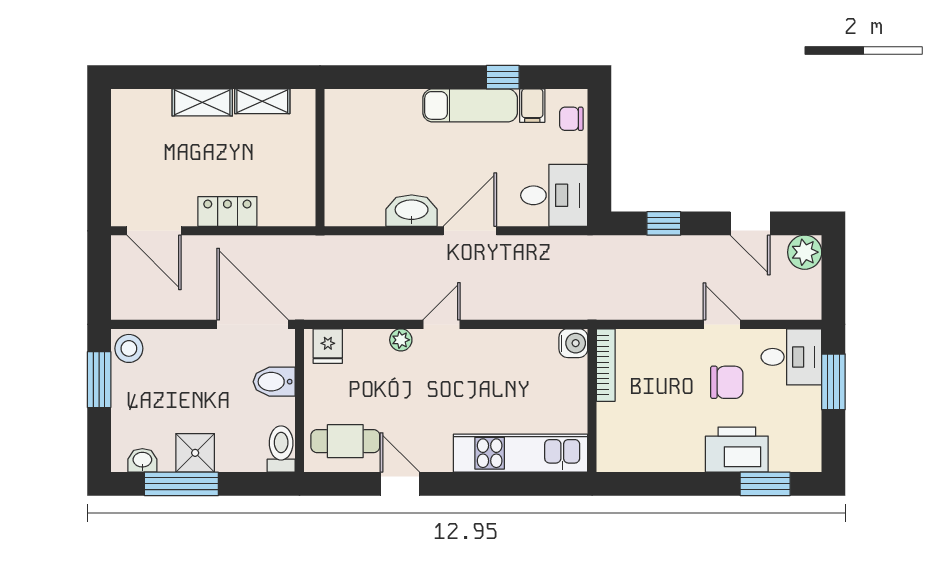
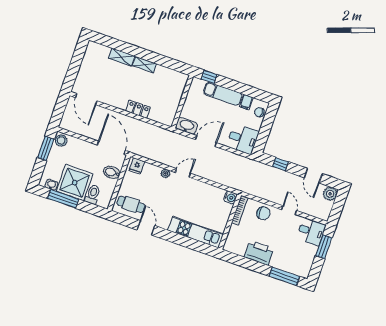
window: (503, 77) -> (209, 77), moved
wall: (320, 158) -> (182, 102), moved
locker: (227, 211) -> (138, 109), moved
chair: (727, 382) -> (263, 213), moved
toilet: (281, 449) -> (93, 194), moved
printer: (737, 450) -> (259, 253), moved
shower: (195, 453) -> (75, 183), width x1.86, depth x1.86
window: (765, 484) -> (284, 276), width x1.44

